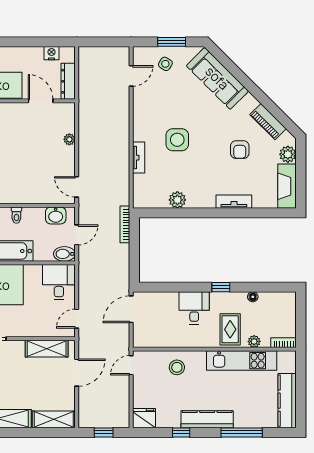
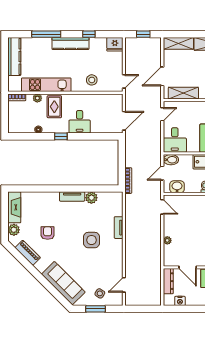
tv unit: (234, 202) -> (72, 197), moved

